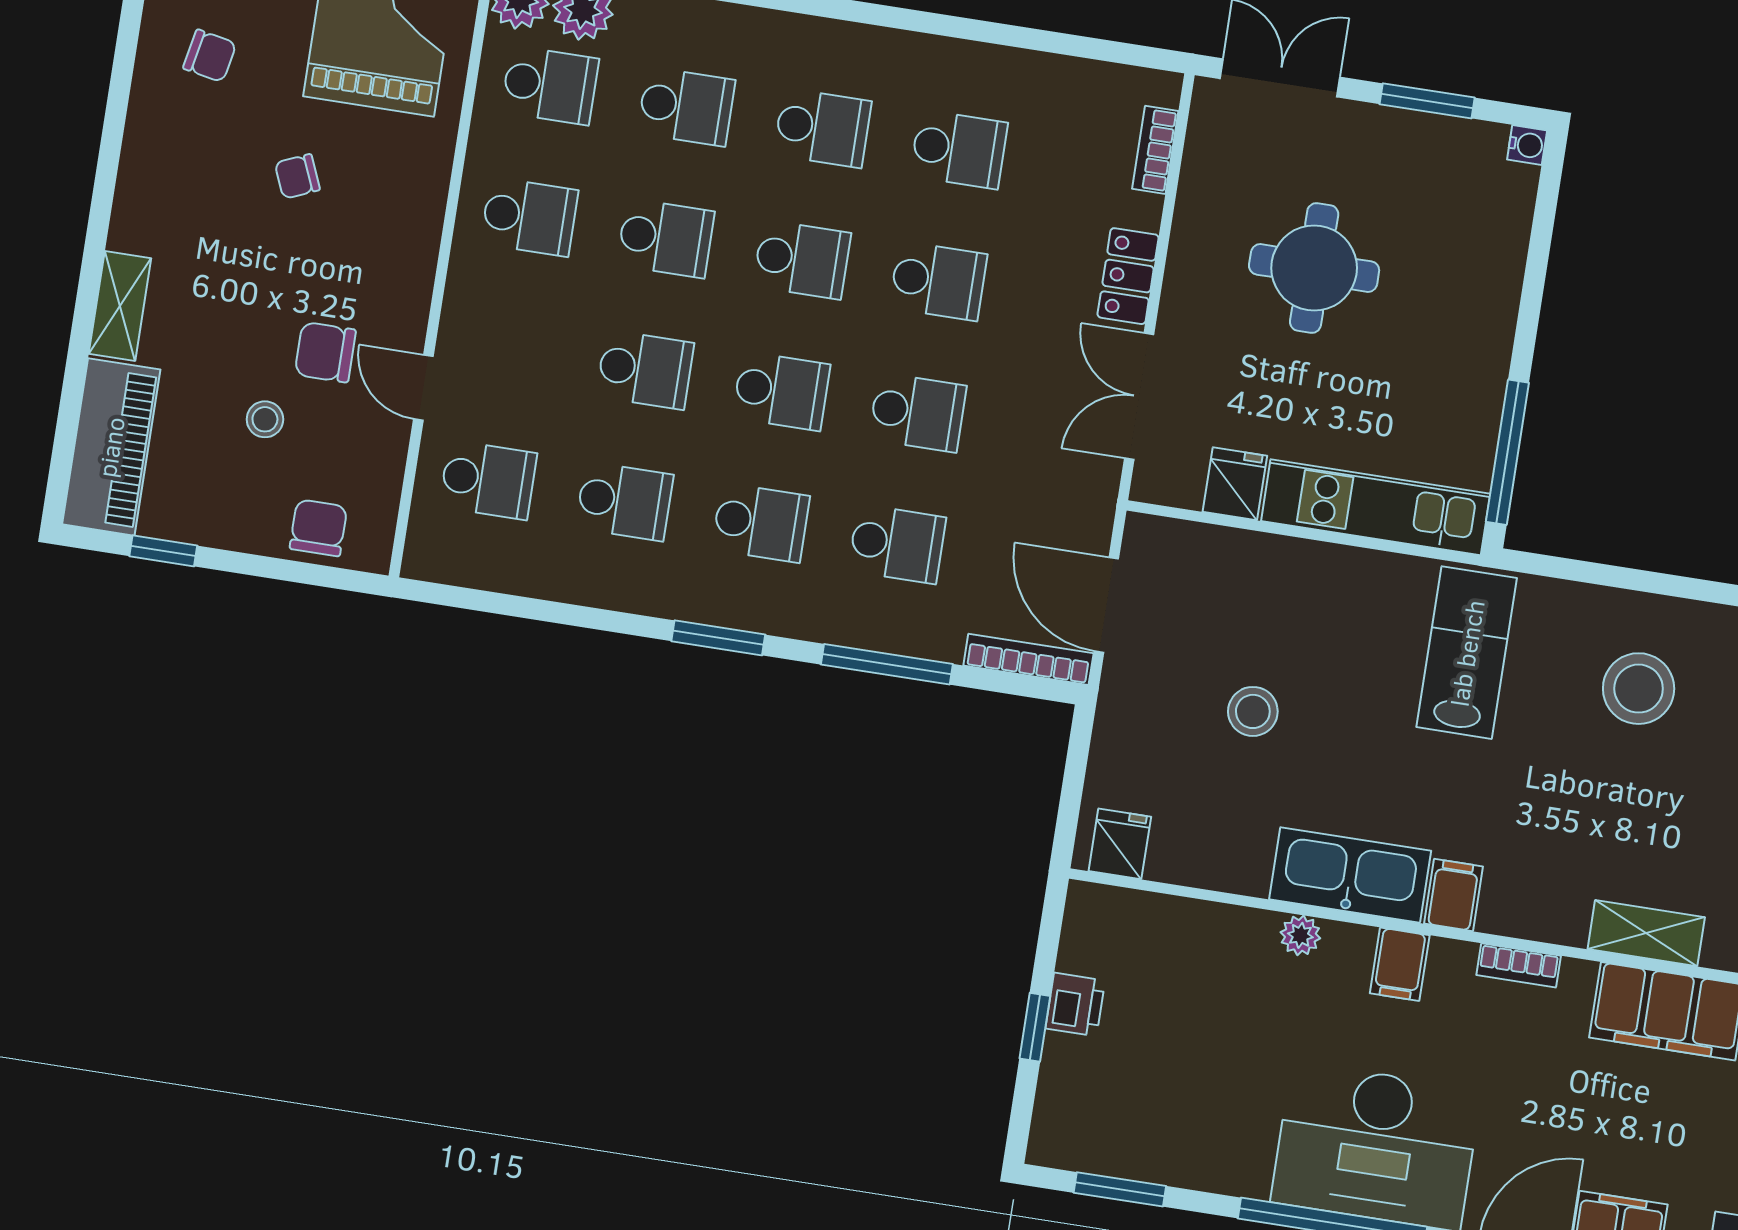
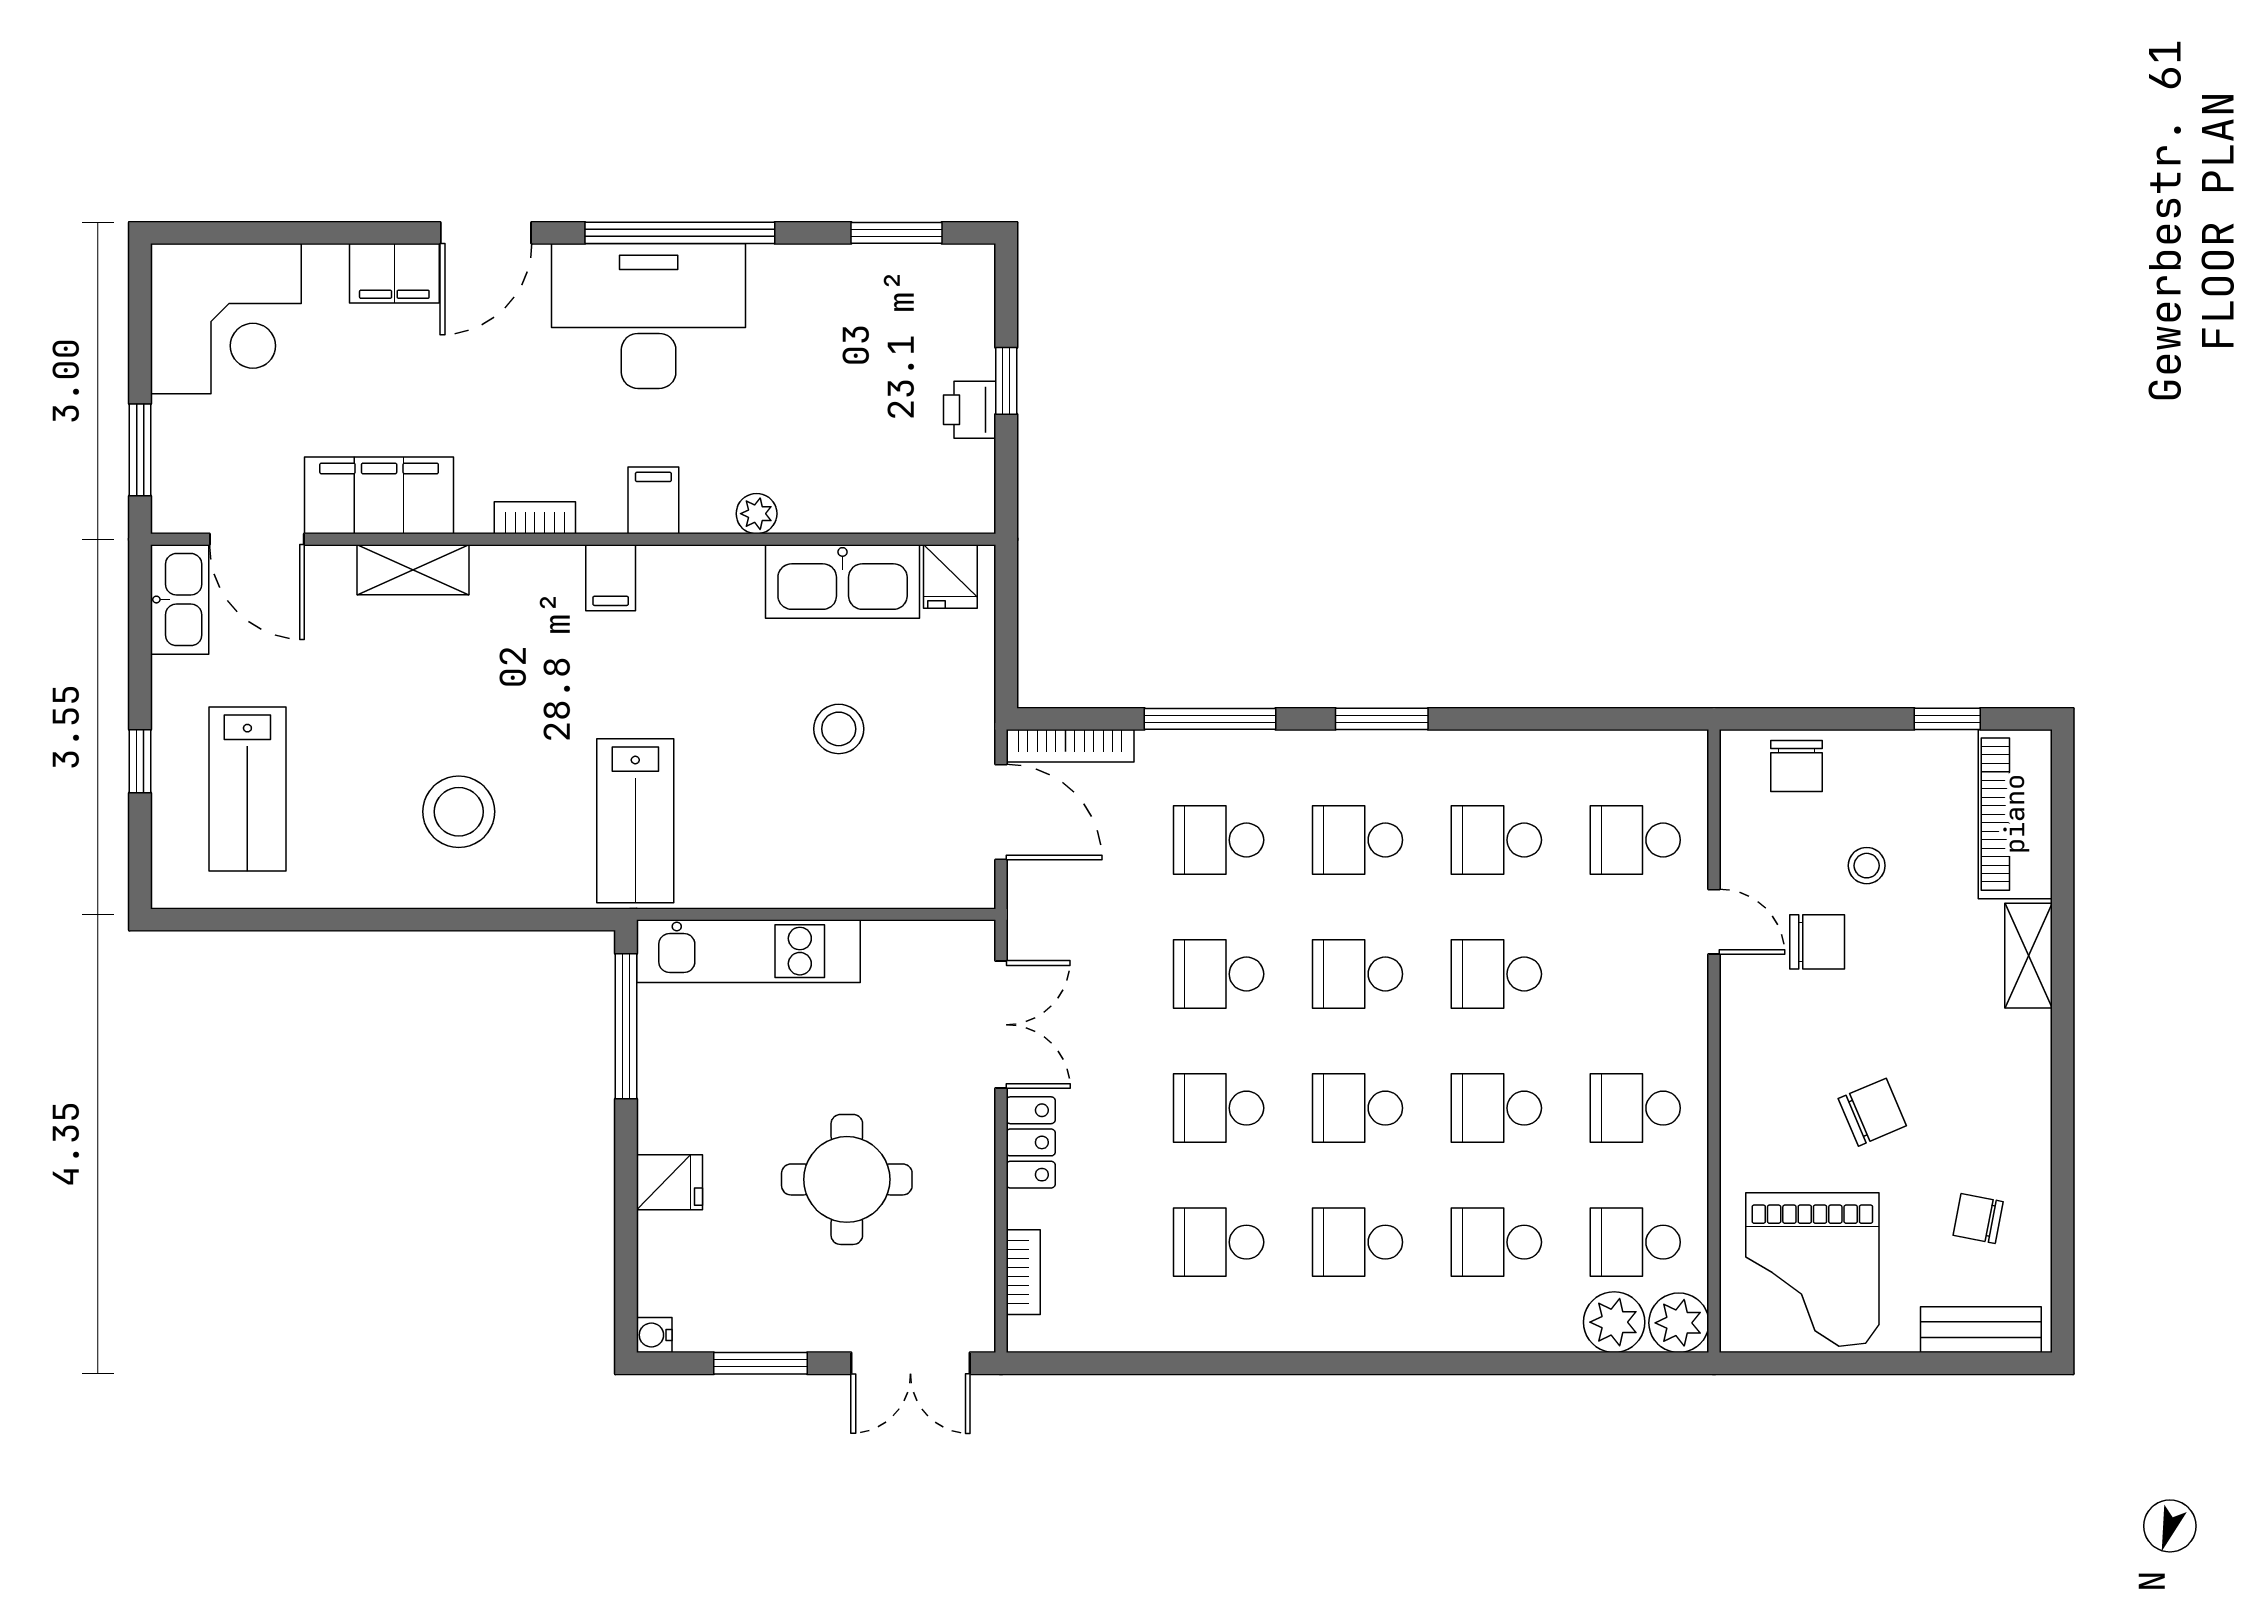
chair: (297, 176) -> (1872, 1112), width x1.37, depth x1.37
fridge: (1235, 484) -> (669, 1182), moved, turned -90
kitchen sink: (1350, 875) -> (843, 581), moved

